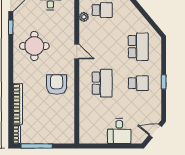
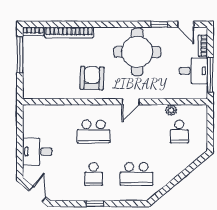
round table: (34, 46) -> (137, 52), width x1.36, depth x1.36
armchair: (57, 85) -> (92, 78), turned -88

